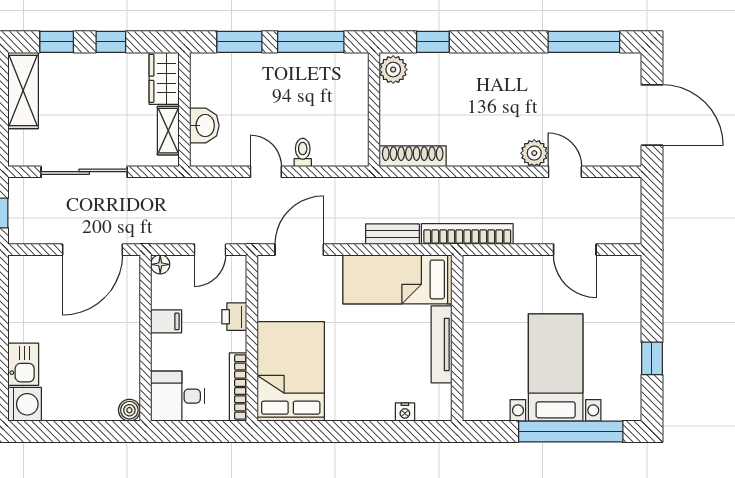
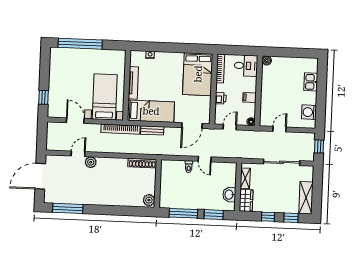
window: (433, 42) -> (132, 211), removed
door: (652, 115) -> (40, 176), hinge flipped
washbasin: (204, 126) -> (229, 195), moved
door: (565, 172) -> (78, 154), swing flipped
door: (92, 250) -> (279, 129), width x0.53
window: (652, 358) -> (44, 97), moved
bed with nightstands: (556, 367) -> (105, 97), moved, turned 180
washing machine: (25, 404) -> (309, 112), moved

